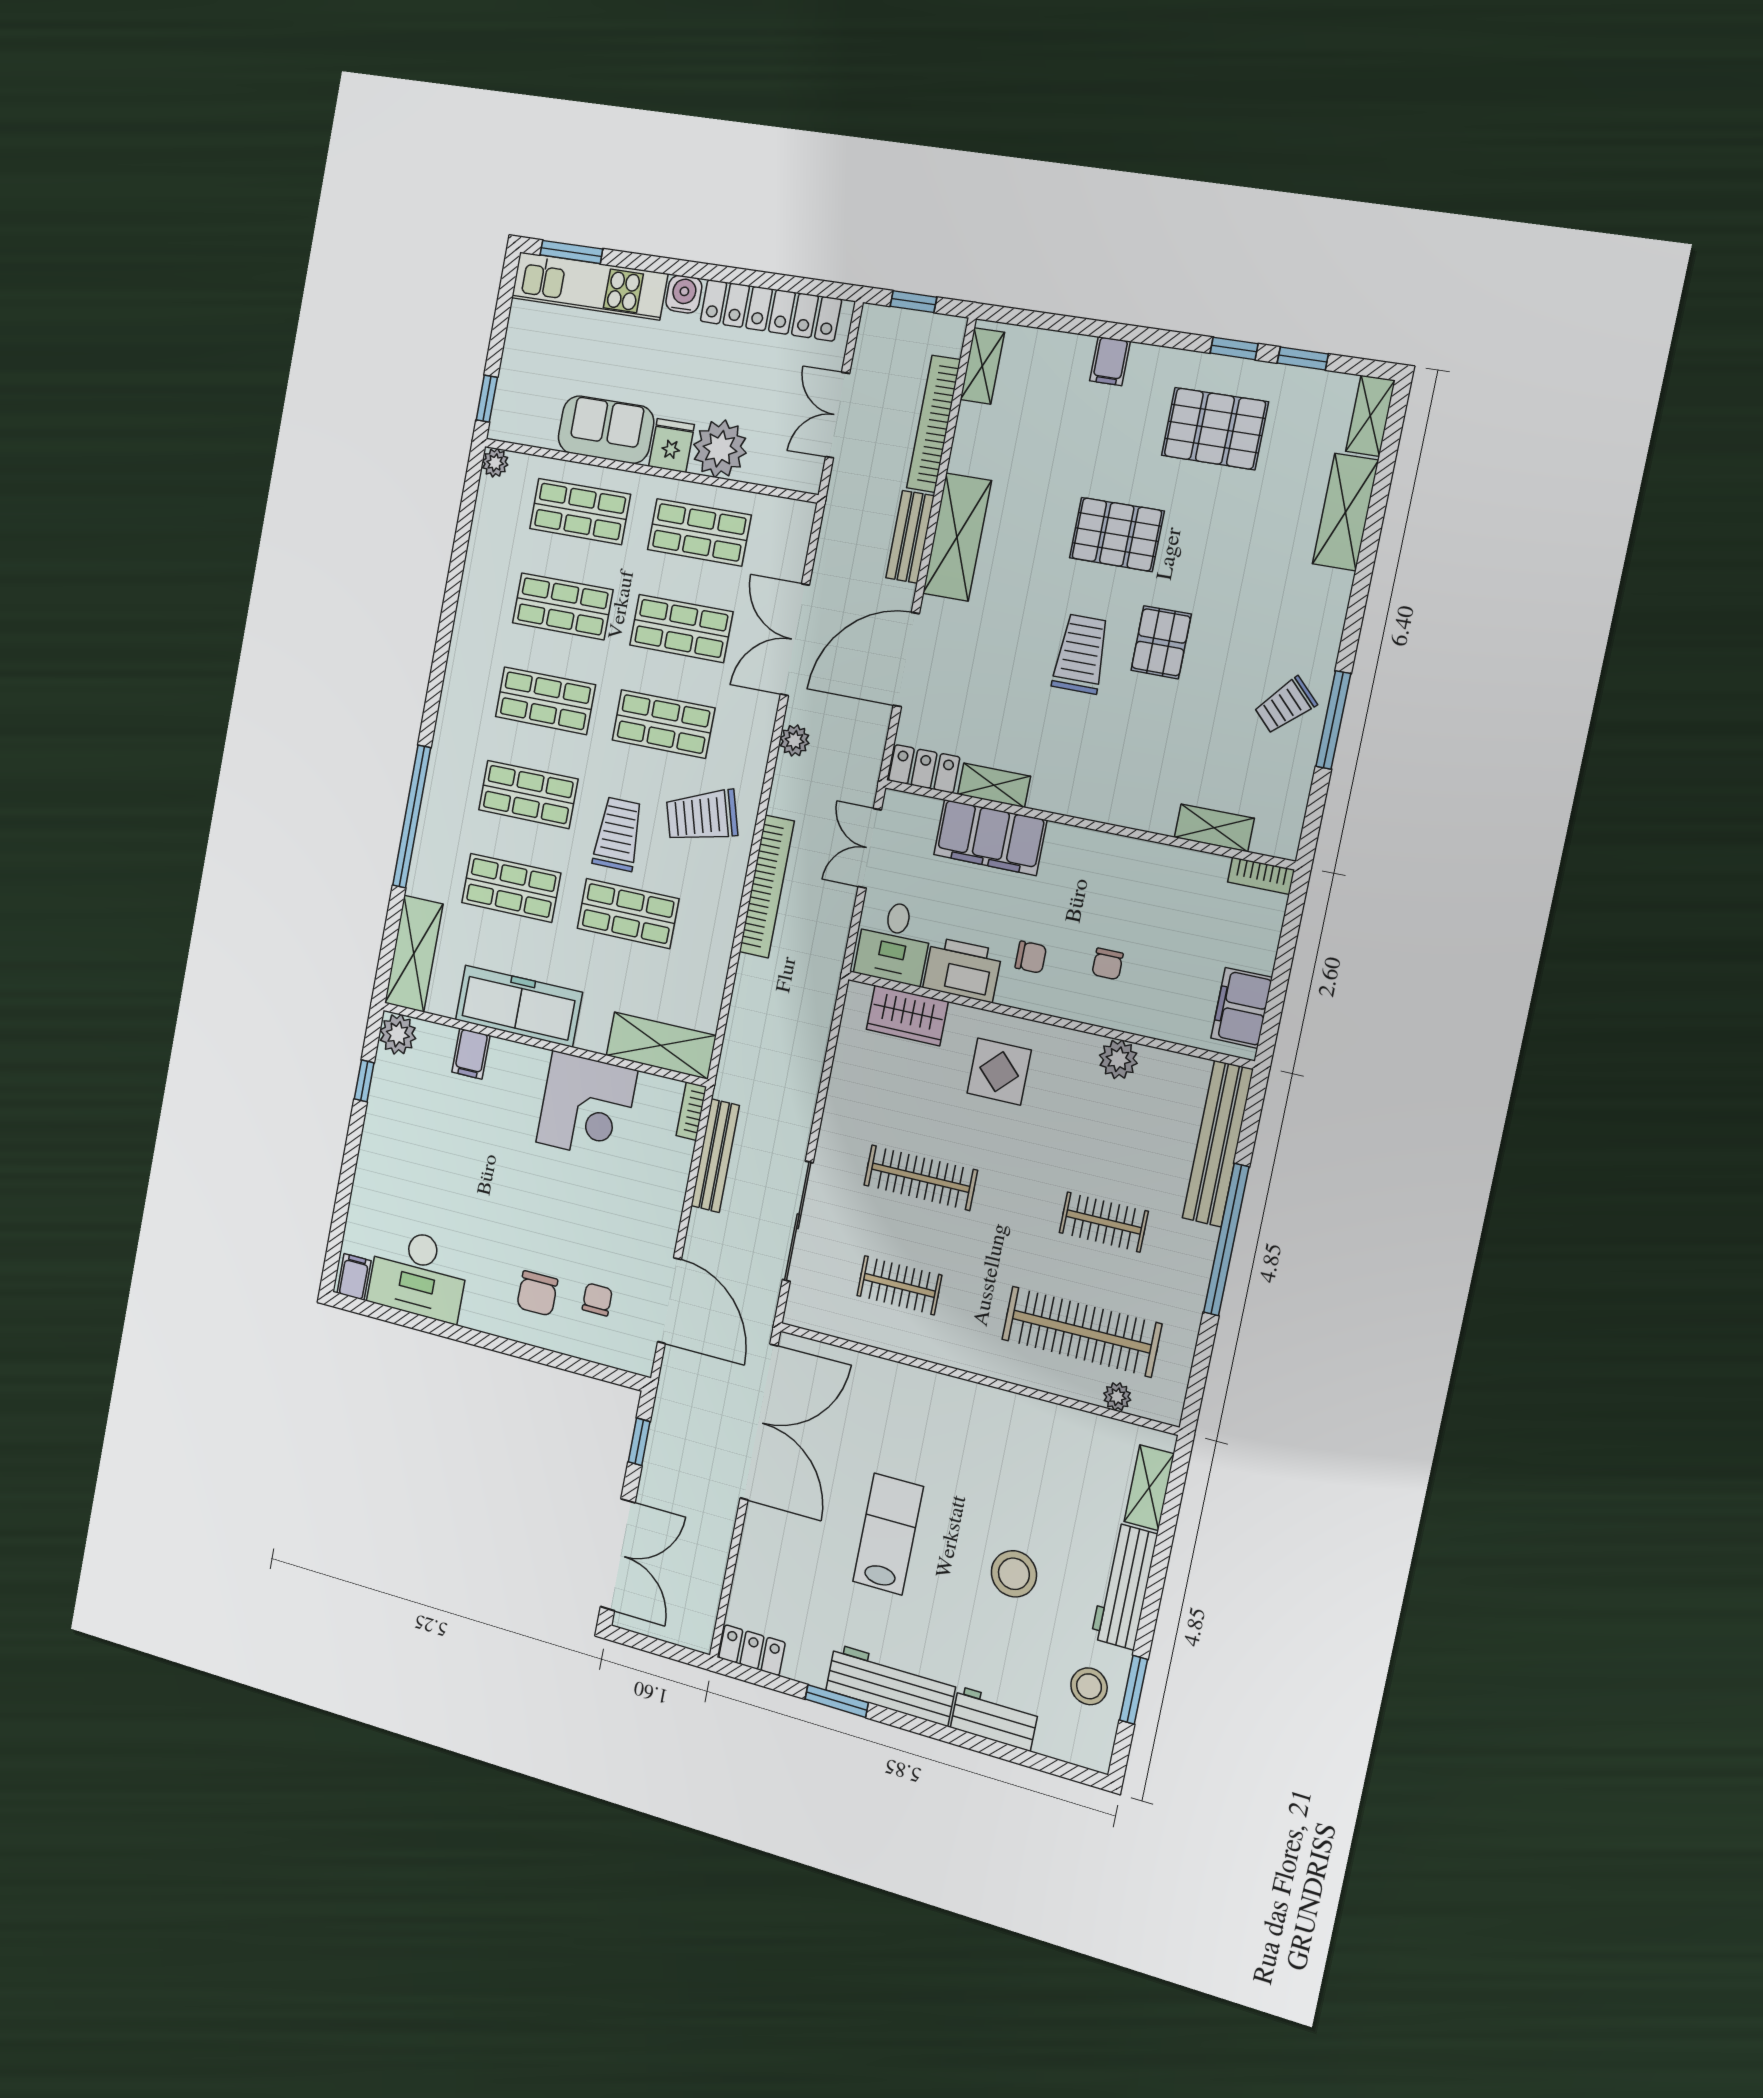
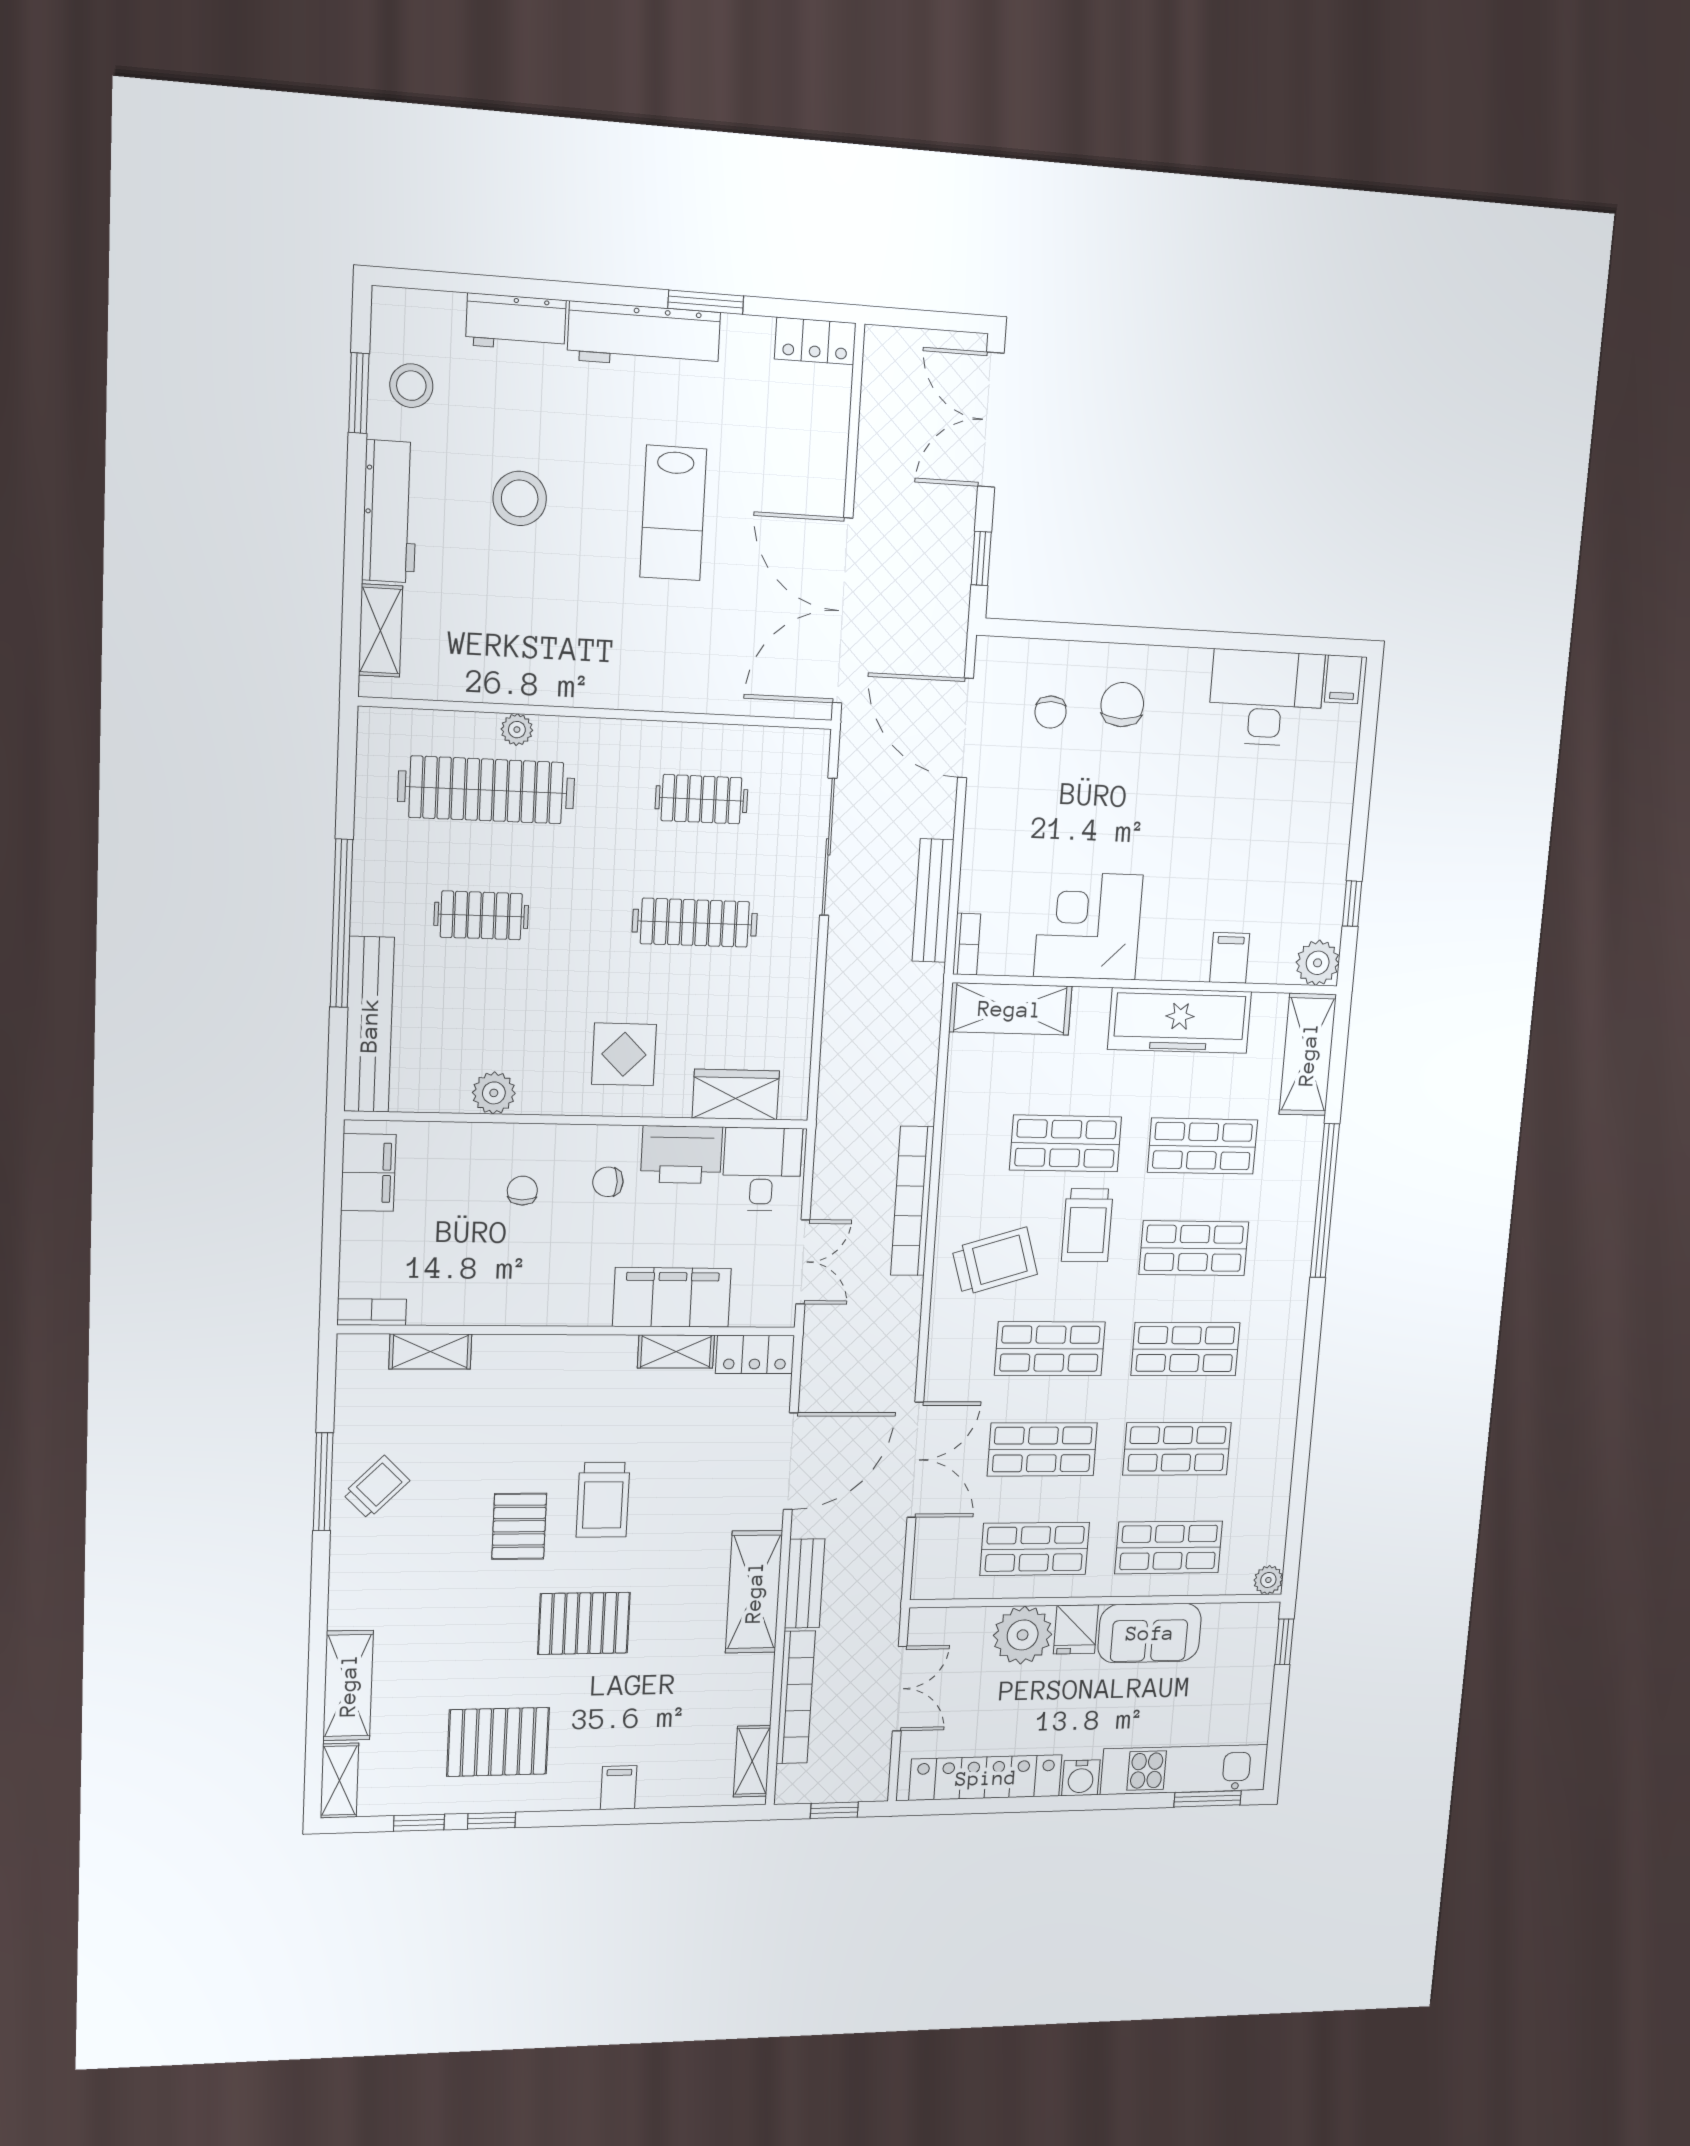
plant: (795, 741) -> (902, 1358), removed
plant: (1117, 1397) -> (517, 730), moved

